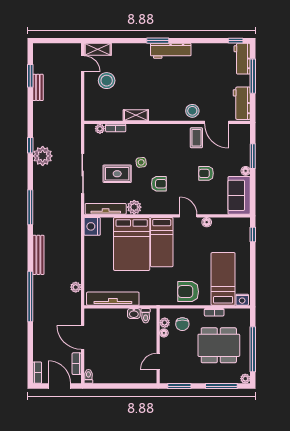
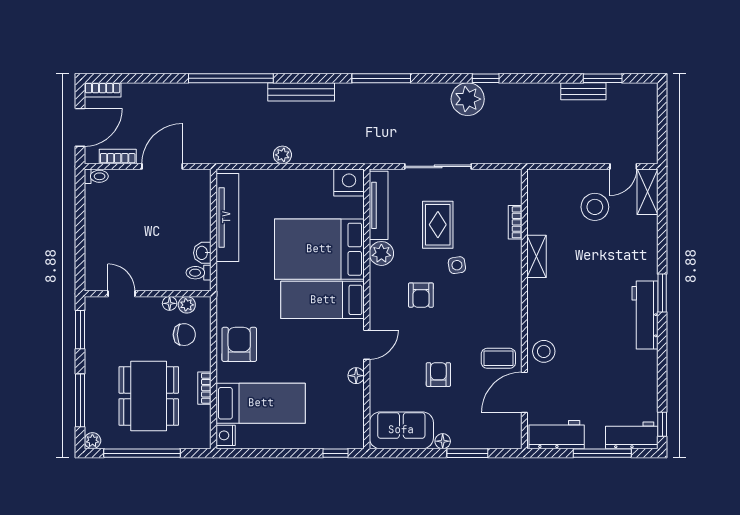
plant: (100, 129) -> (514, 196), removed
plant: (76, 287) -> (282, 155), moved
chair: (182, 324) -> (184, 335), turned 180

